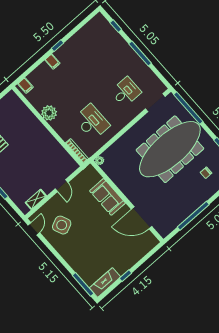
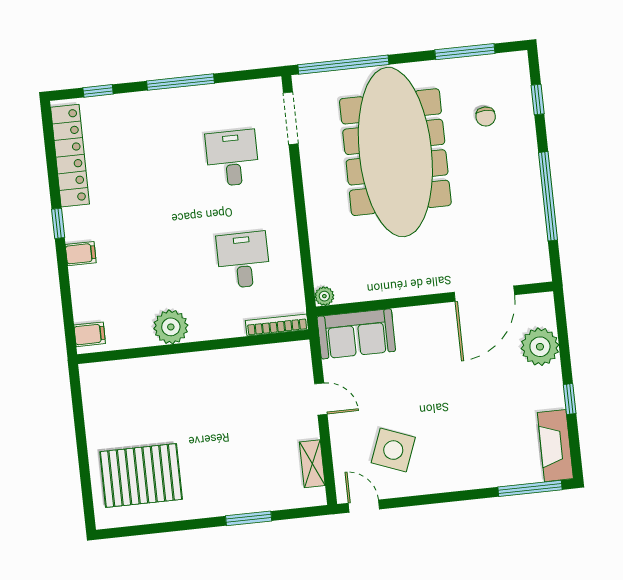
locker: (85, 33) -> (70, 156), added
desk: (92, 122) -> (243, 260), width x0.73
sofa: (107, 197) -> (356, 334), moved
side table: (62, 225) -> (393, 450), turned 45
plant: (137, 252) -> (540, 347), added

